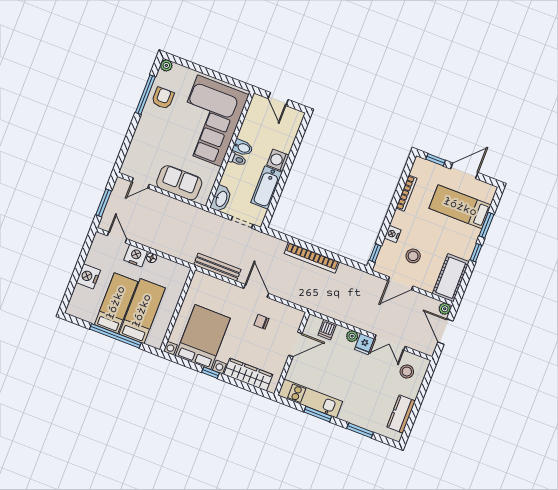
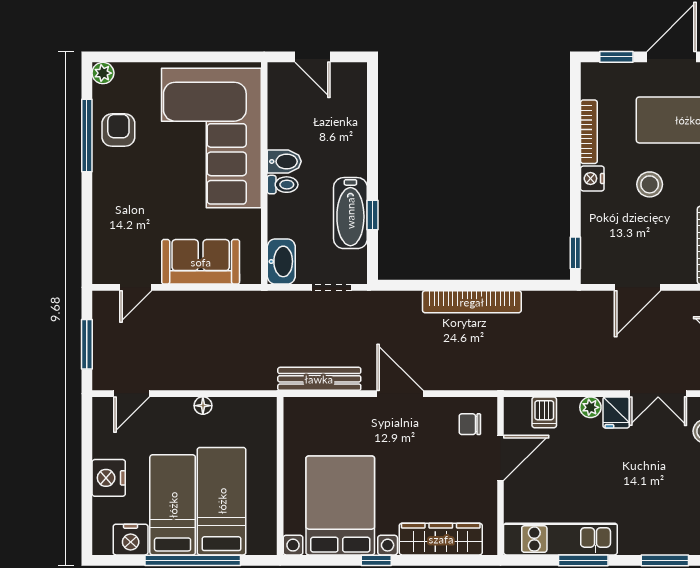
washing machine: (278, 160) -> (352, 160), removed
window: (278, 193) -> (373, 215), added
nightstand: (393, 234) -> (592, 178), moved
door: (117, 237) -> (132, 394), swing flipped
nightstand: (136, 256) -> (131, 540), moved, turned 180
stool: (413, 256) -> (650, 184), moved
chair: (262, 322) -> (470, 424), moved

